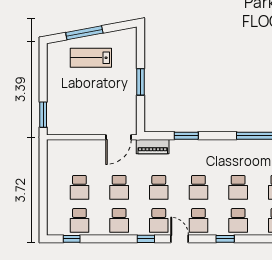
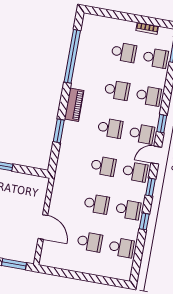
door: (119, 137) -> (43, 227), moved
piano: (153, 147) -> (74, 105), moved
window: (72, 239) -> (144, 221), moved
window: (225, 239) -> (162, 124), moved

